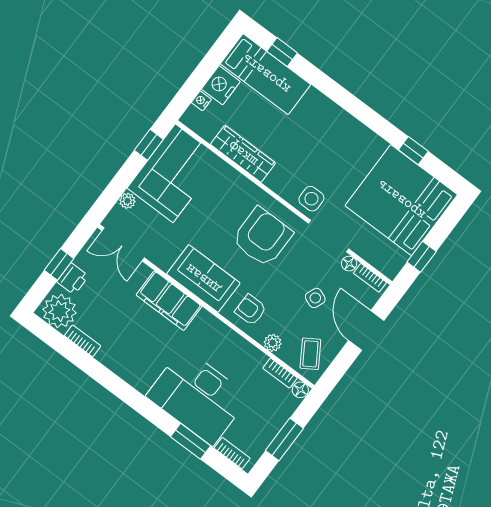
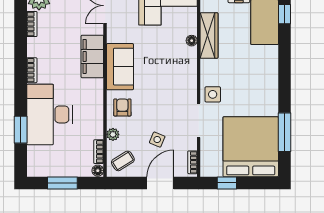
window: (413, 151) -> (285, 132), width x2.17
armchair: (262, 237) -> (169, 83), removed
floor lamp: (349, 264) -> (192, 41), moved
bookcase: (232, 453) -> (32, 70), moved

